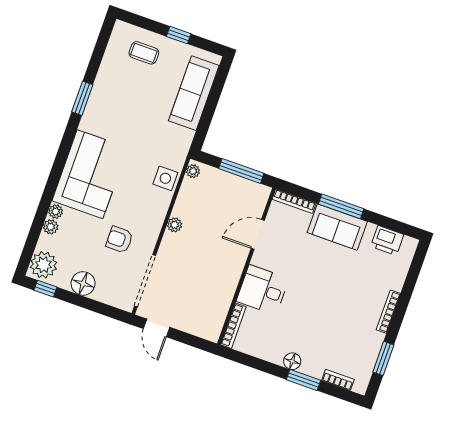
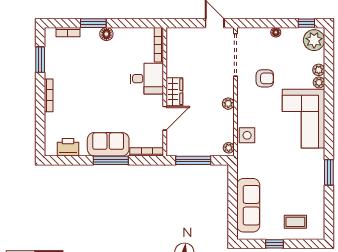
wardrobe: (235, 262) -> (174, 92), added
floor lamp: (83, 284) -> (276, 32), width x0.53, depth x0.53

